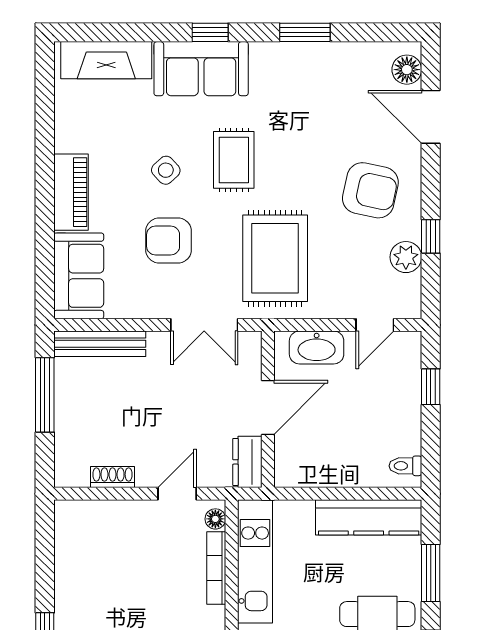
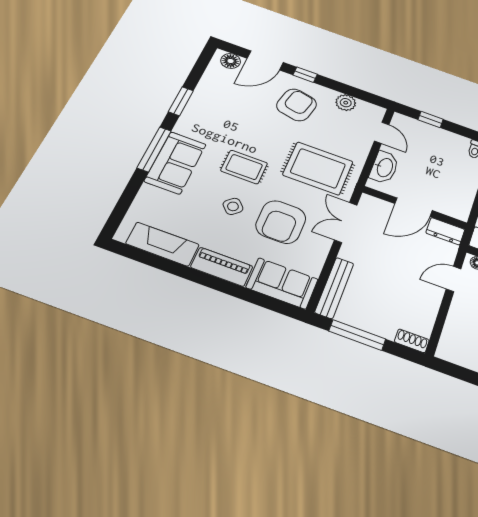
window: (210, 32) -> (154, 149), width x2.17
fireplace: (106, 60) -> (162, 244), moved, turned -90
window: (431, 236) -> (305, 75), moved
armchair: (169, 241) -> (281, 222), width x1.36, depth x1.36
double door: (204, 325) -> (346, 222), swing flipped
door: (268, 407) -> (413, 207), swing flipped
shoe rack: (113, 477) -> (412, 341), moved, turned 90
door: (177, 494) -> (454, 279), hinge flipped

